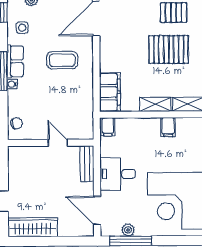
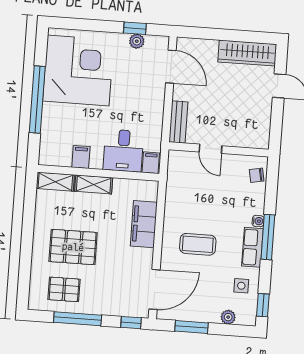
filing cabinet: (110, 92) -> (144, 224), moved
desk: (118, 174) -> (123, 151), moved, turned 90
window: (131, 241) -> (135, 28), width x0.46

